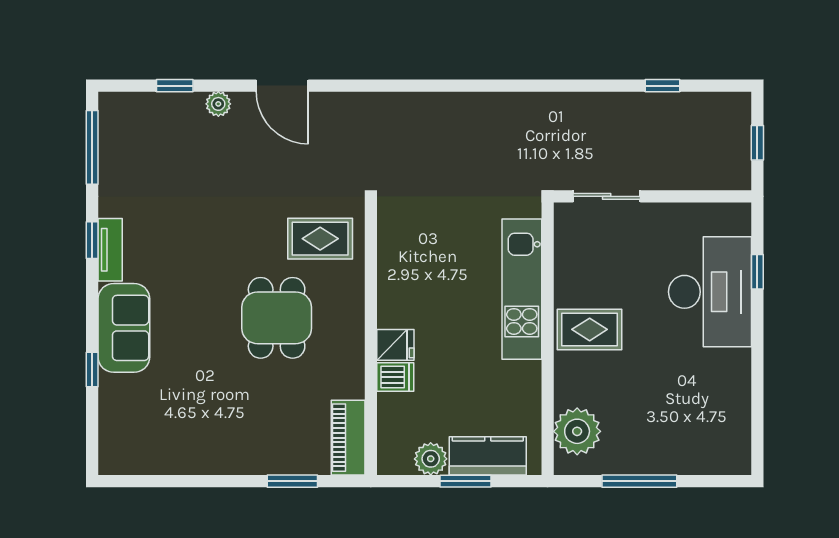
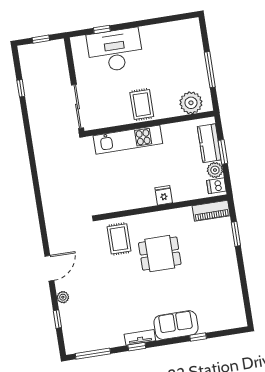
sliding door: (607, 196) -> (78, 106), width x1.37
dishwasher: (395, 377) -> (216, 186), moved, turned -90

